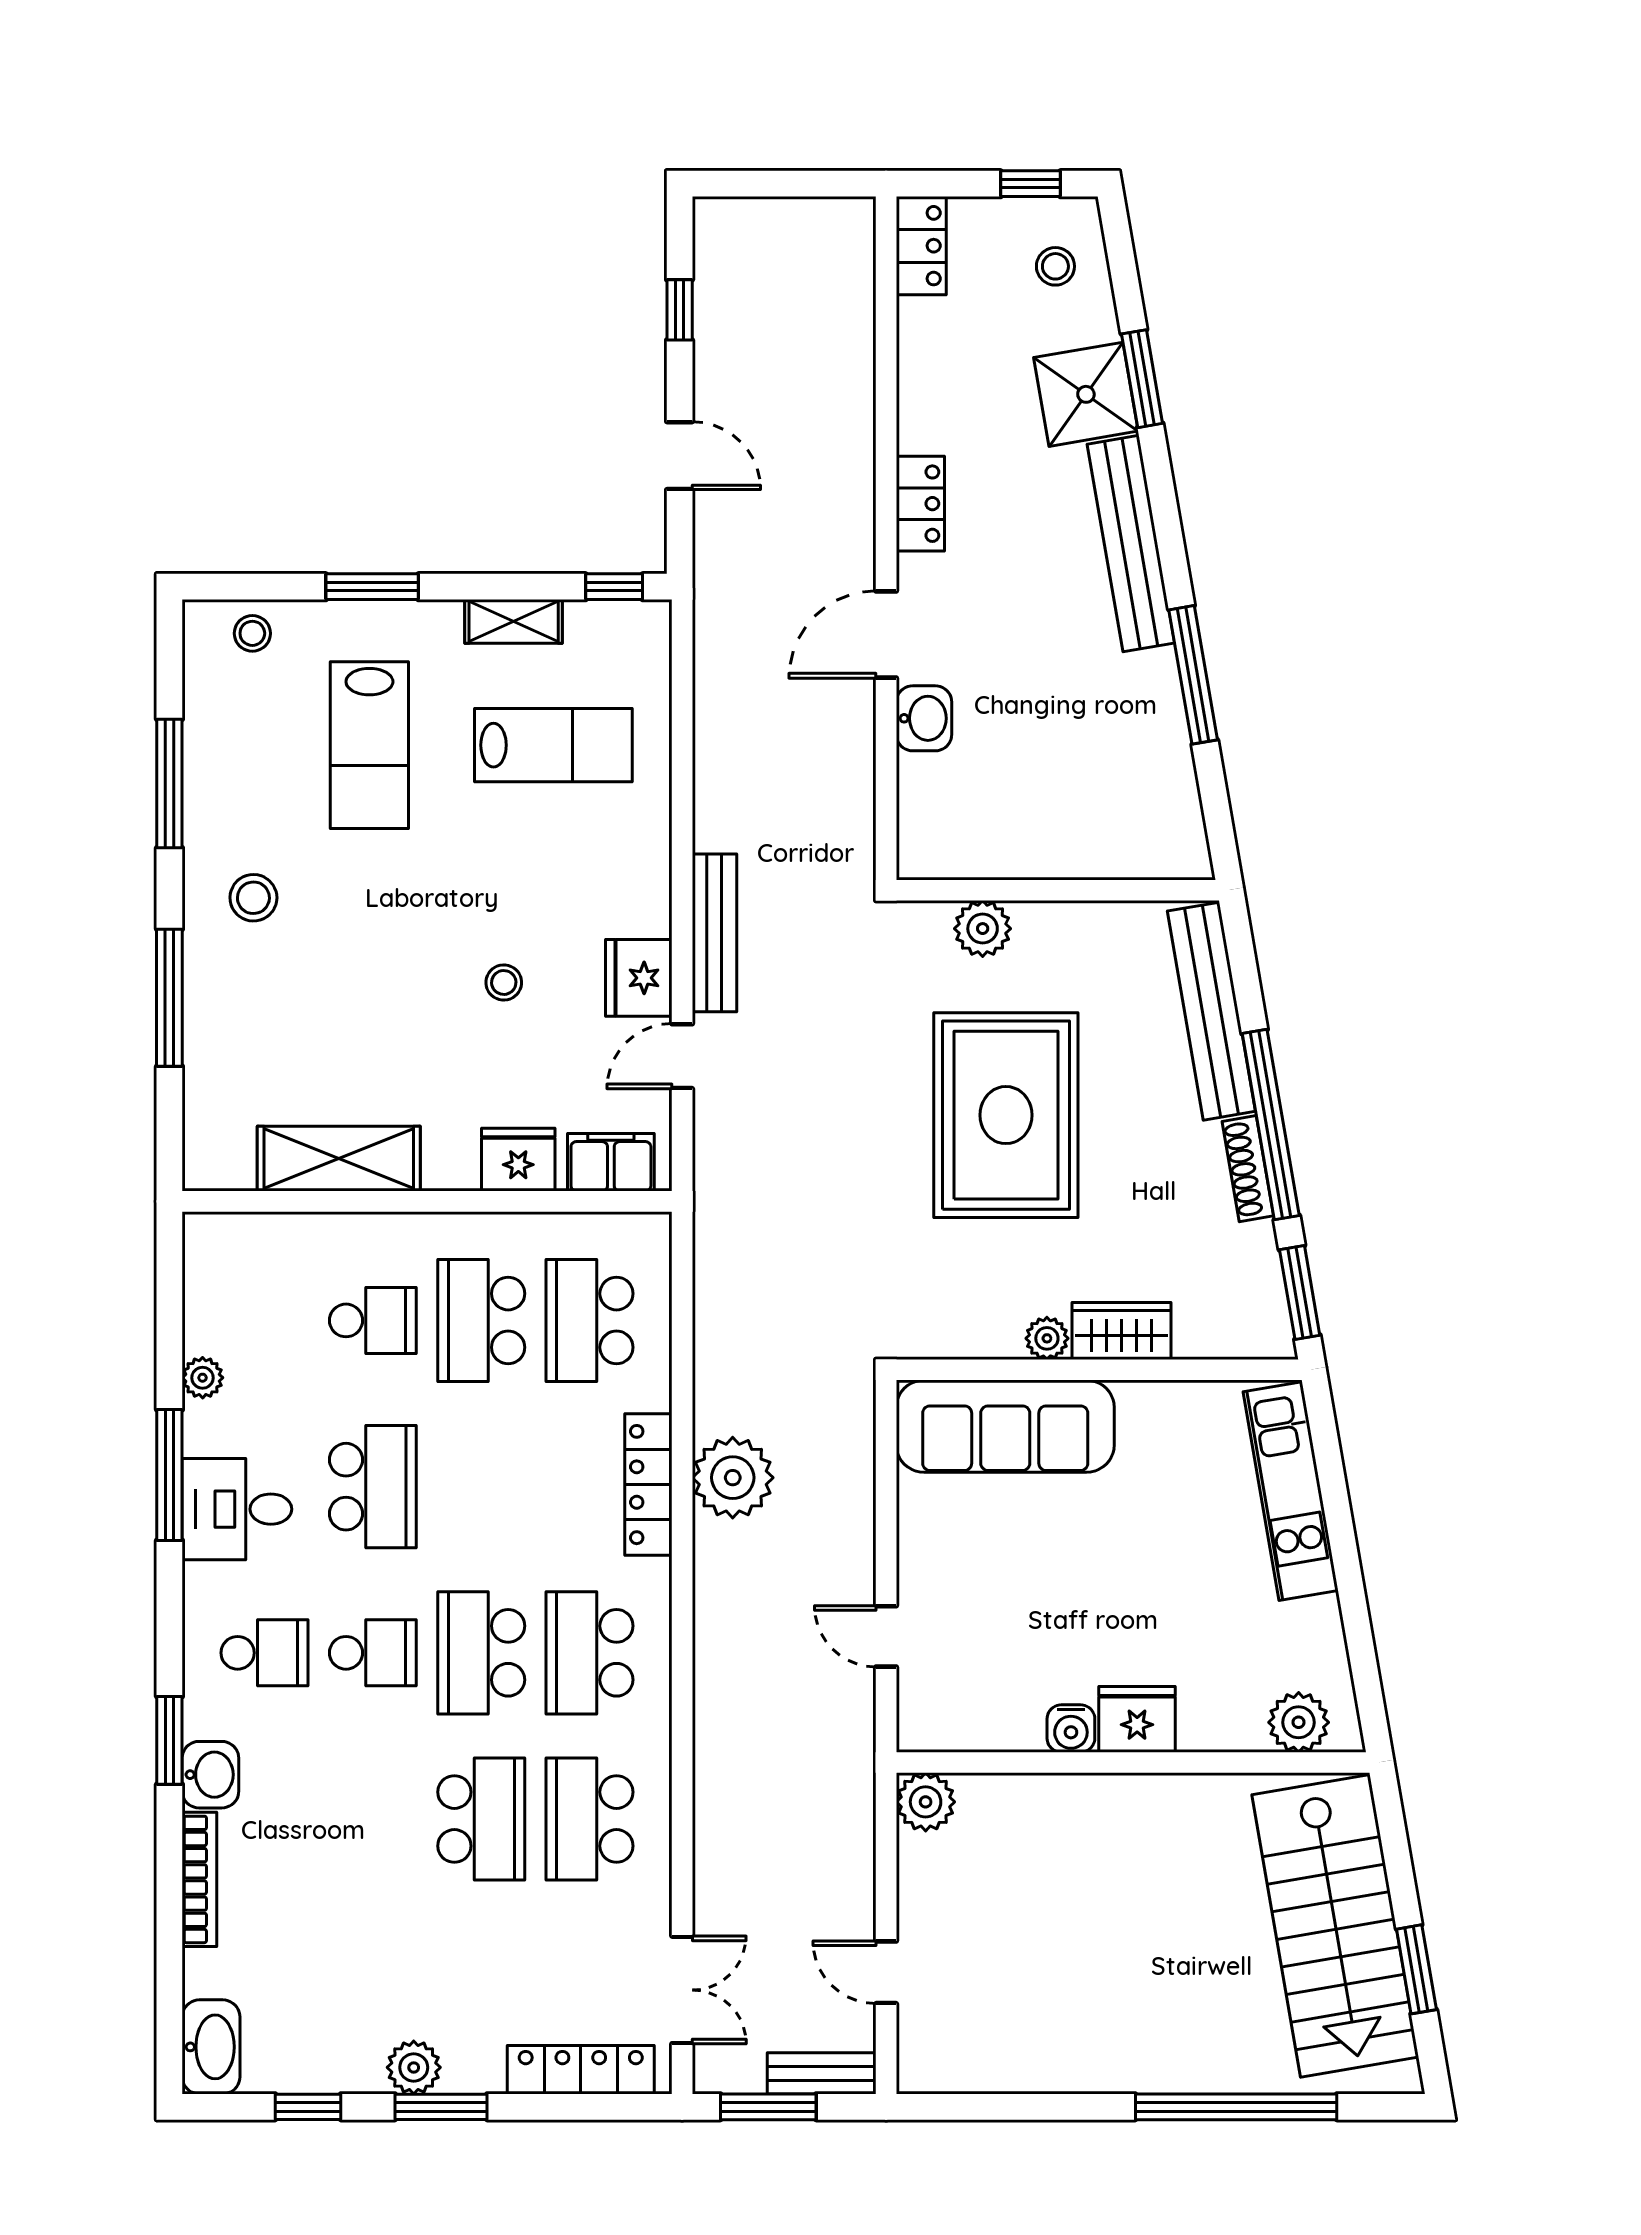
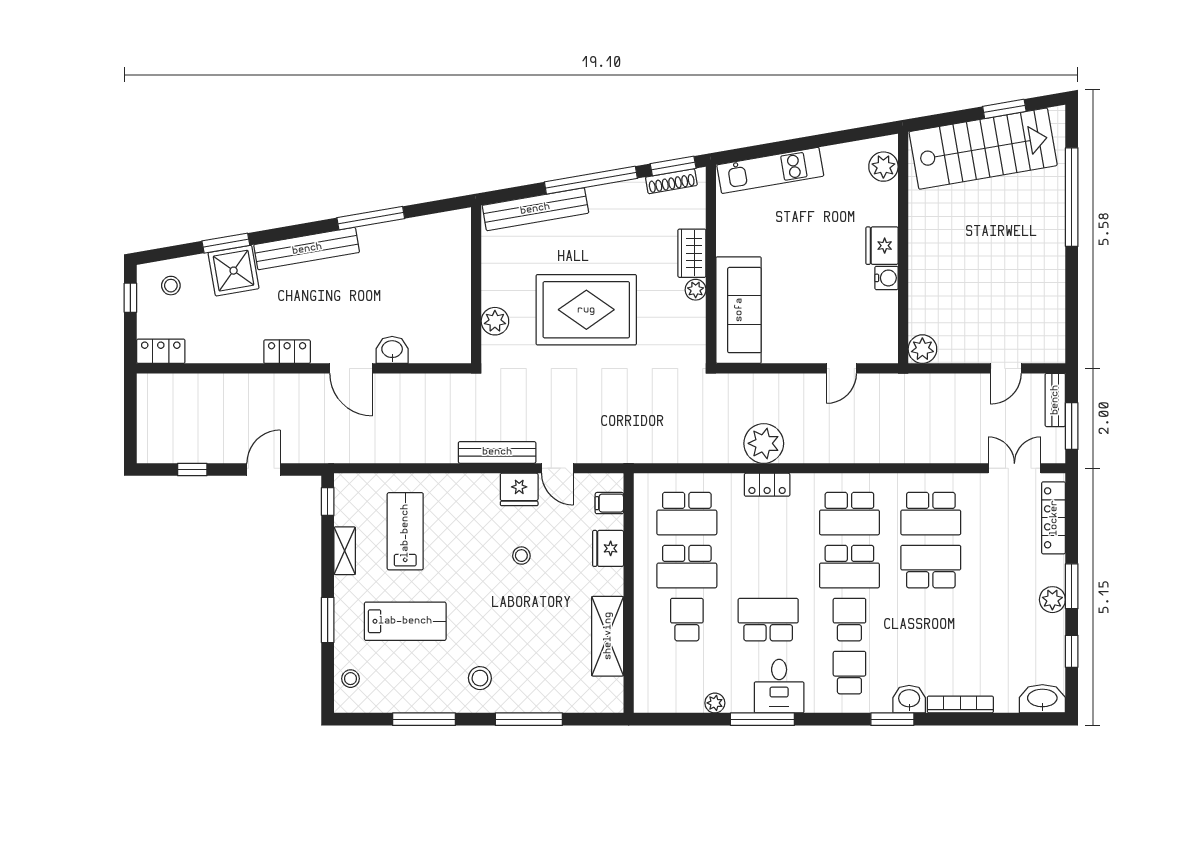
filing cabinet: (611, 1162) -> (609, 503), width x0.50
shoe rack: (1248, 1169) -> (671, 181), moved
locker: (648, 1485) -> (767, 485), width x0.66

